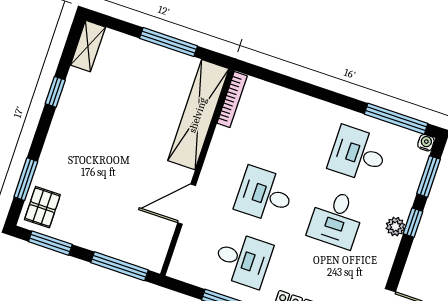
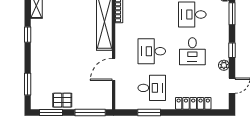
pallet: (42, 207) -> (62, 100), moved, turned 90
window: (413, 223) -> (232, 50), moved
plant: (395, 227) -> (224, 65), moved

